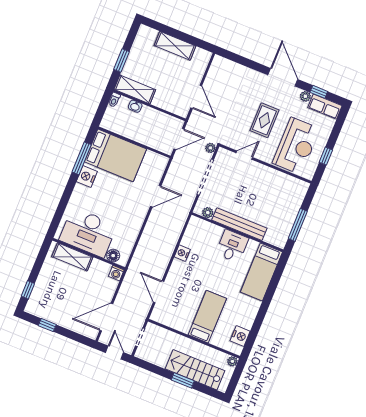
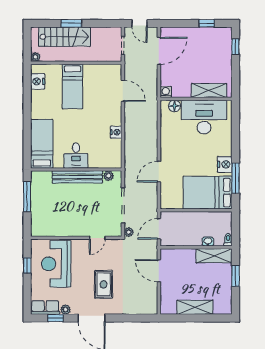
rug: (264, 120) -> (103, 284), moved

